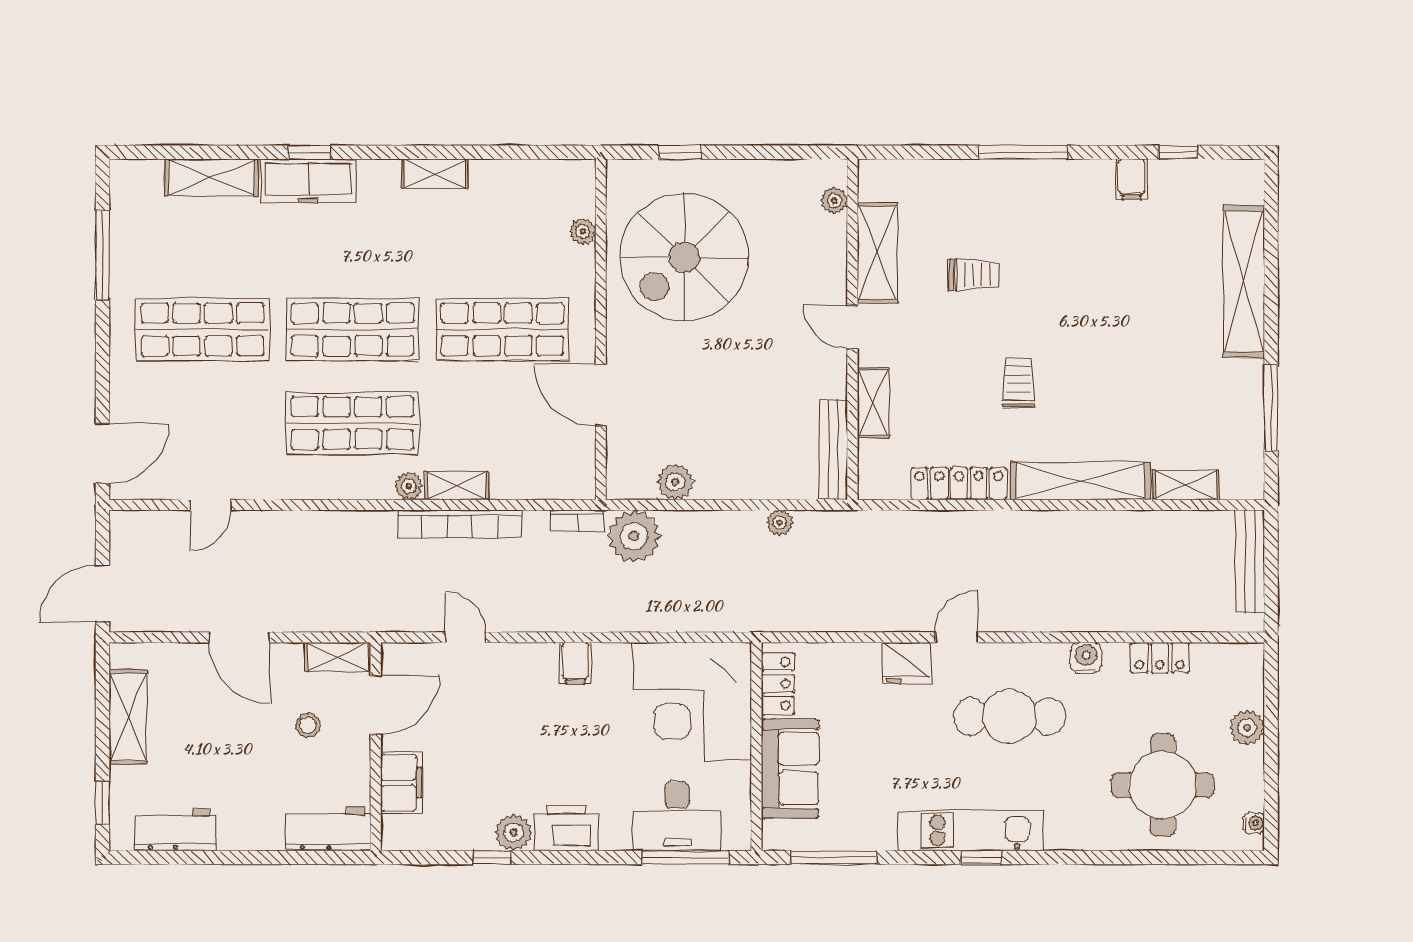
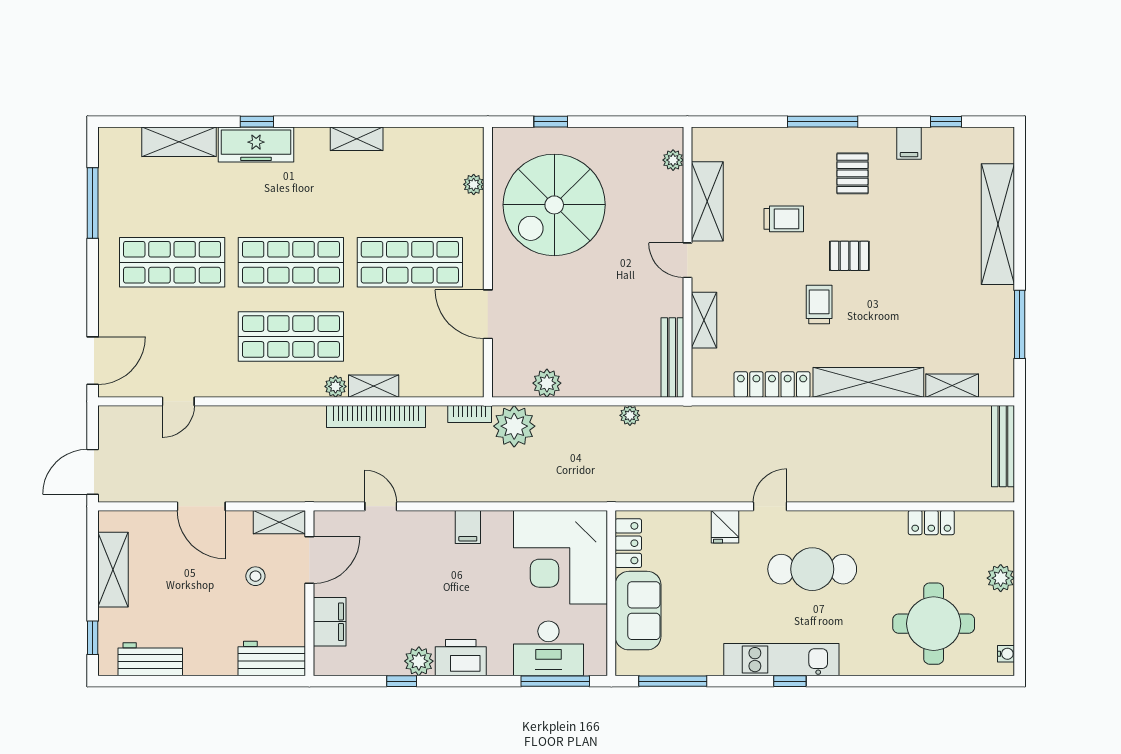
pallet: (1060, 217) -> (852, 173), added
pallet: (1056, 321) -> (849, 256), added
water cooler: (1086, 658) -> (873, 523), removed
fridge: (906, 663) -> (725, 527), width x0.72

